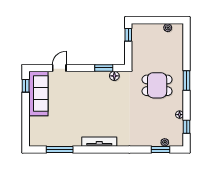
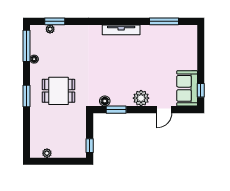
plant: (81, 79) -> (141, 98), added
sofa: (38, 93) -> (187, 88), width x0.73
window: (187, 127) -> (27, 46), width x2.17

